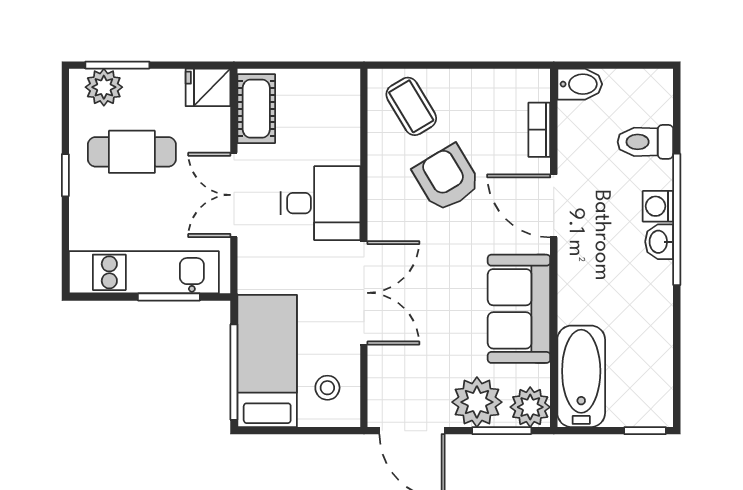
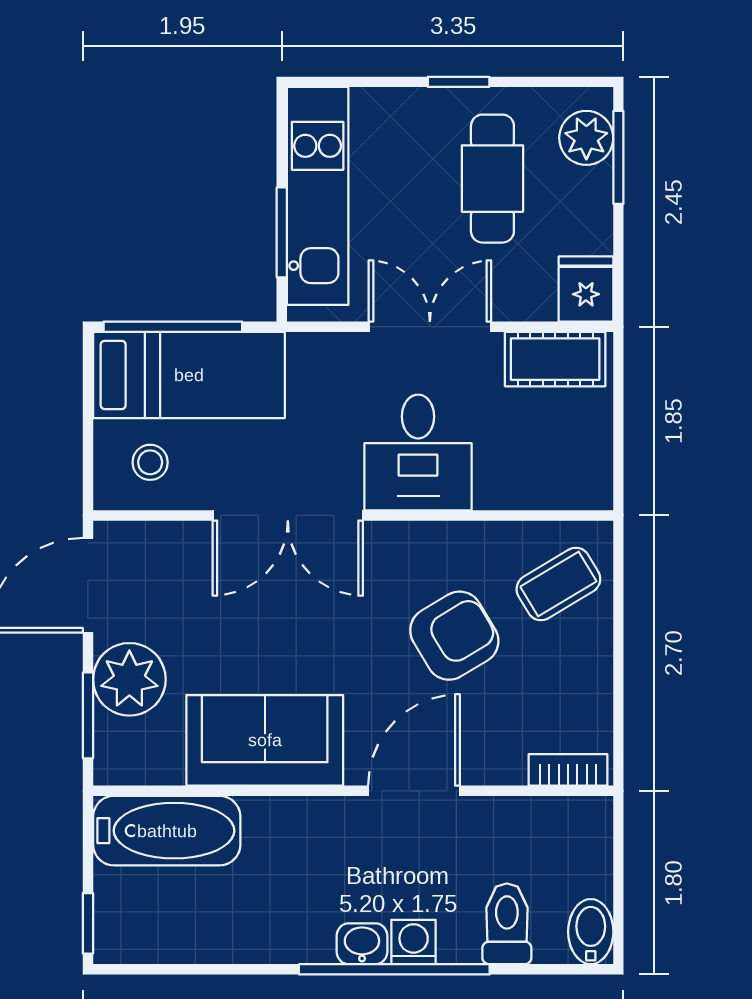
bidet: (580, 84) -> (591, 932), moved, turned 180
bookcase: (539, 130) -> (568, 770), moved
plant: (530, 407) -> (122, 757), removed

